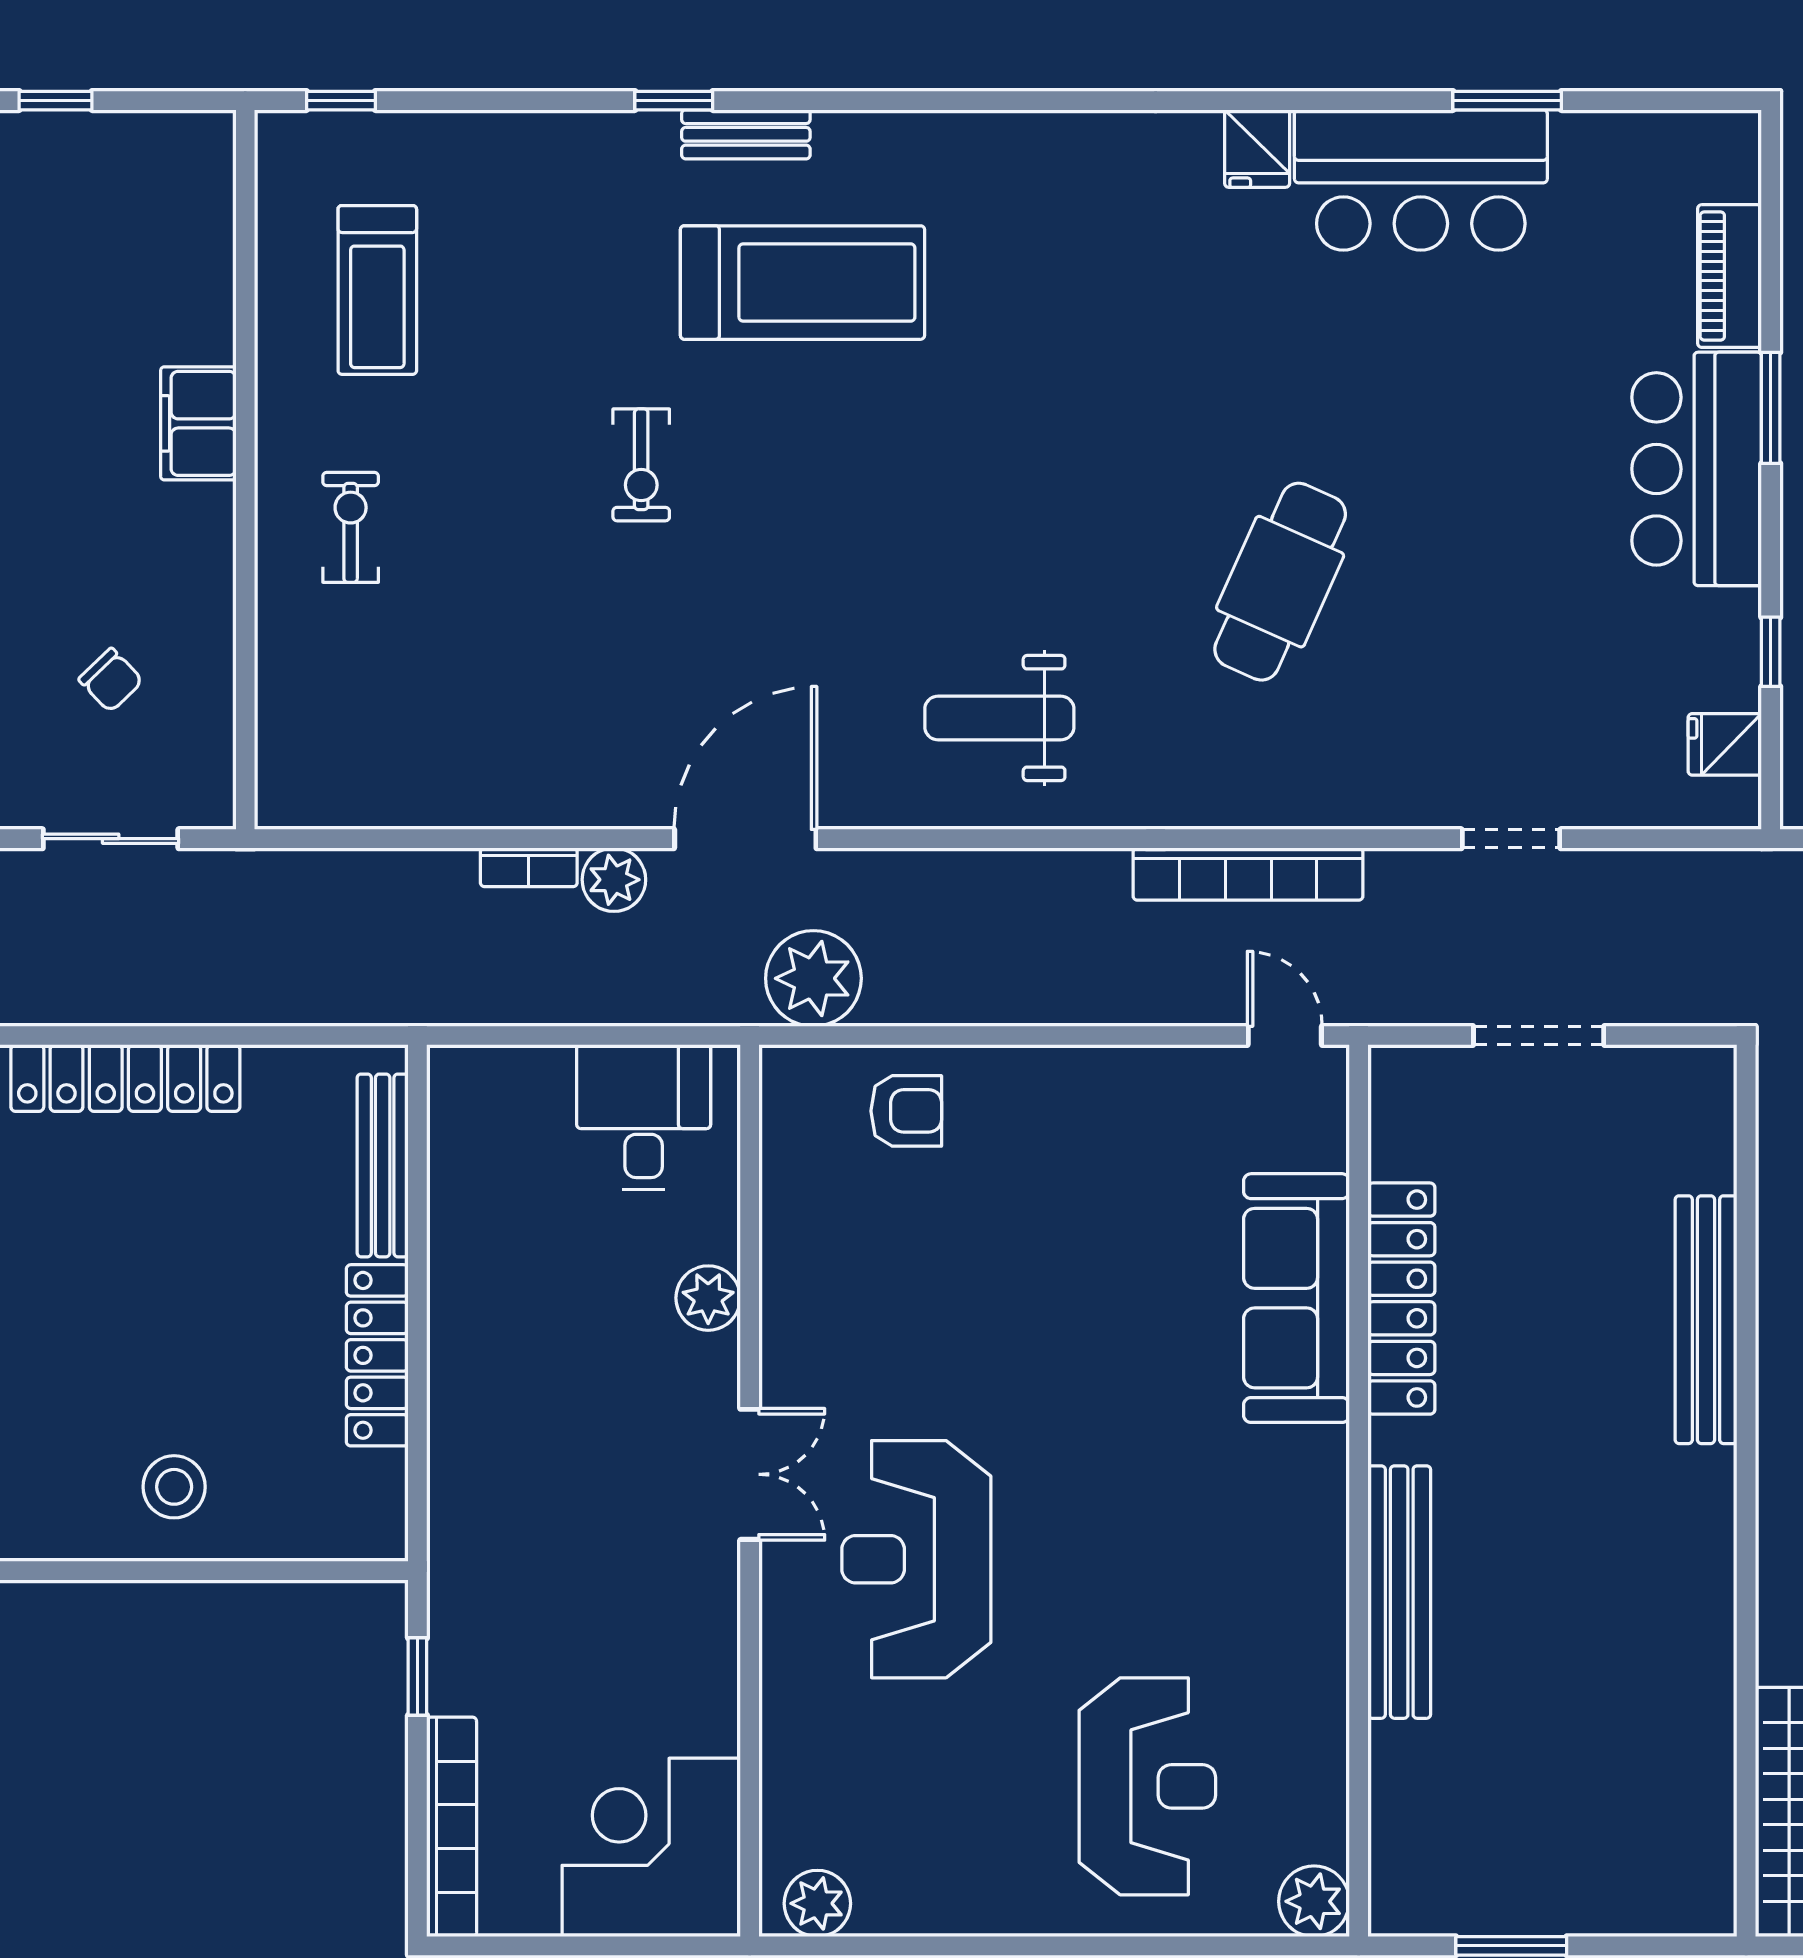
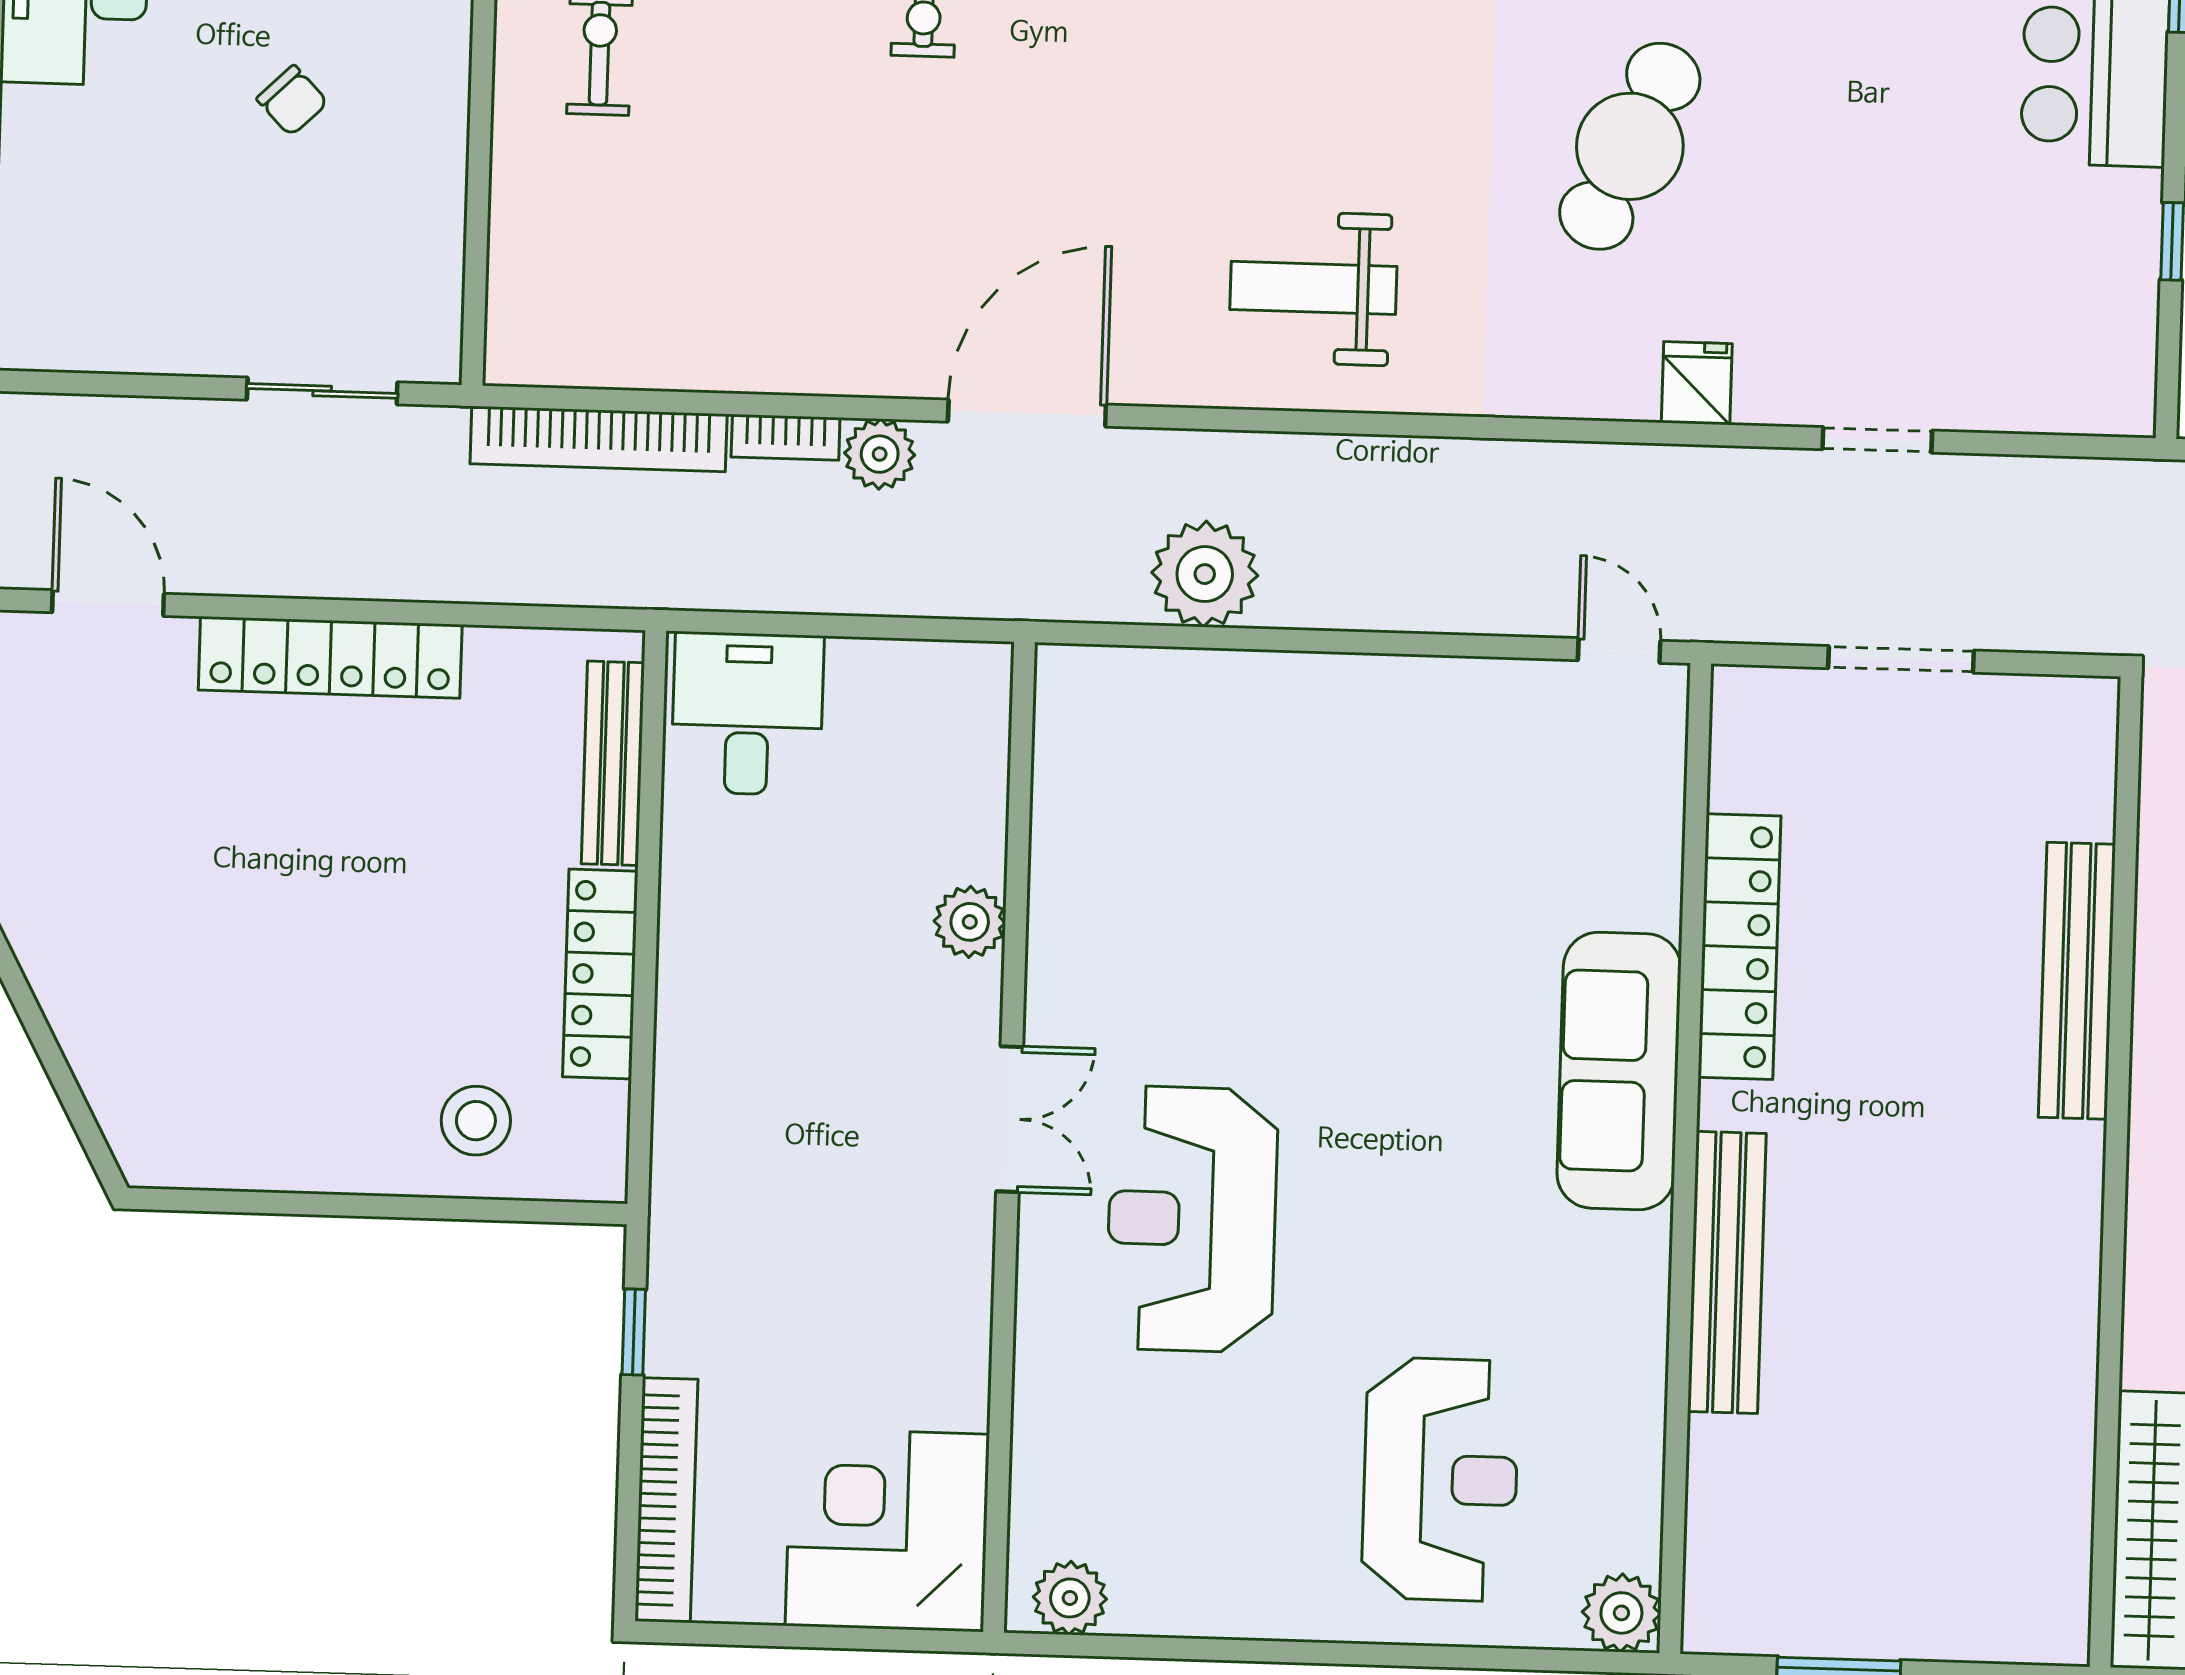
chair: (111, 680) -> (292, 101), moved
fridge: (1725, 744) -> (1697, 383), moved, turned 90
bookcase: (1248, 874) -> (599, 439), moved
plant: (813, 978) -> (1205, 574), moved
armchair: (906, 1111) -> (1196, 721), removed
desk: (644, 1117) -> (747, 714), moved
sofa: (1296, 1298) -> (1619, 1071), moved
stool: (174, 1487) -> (476, 1121), moved

